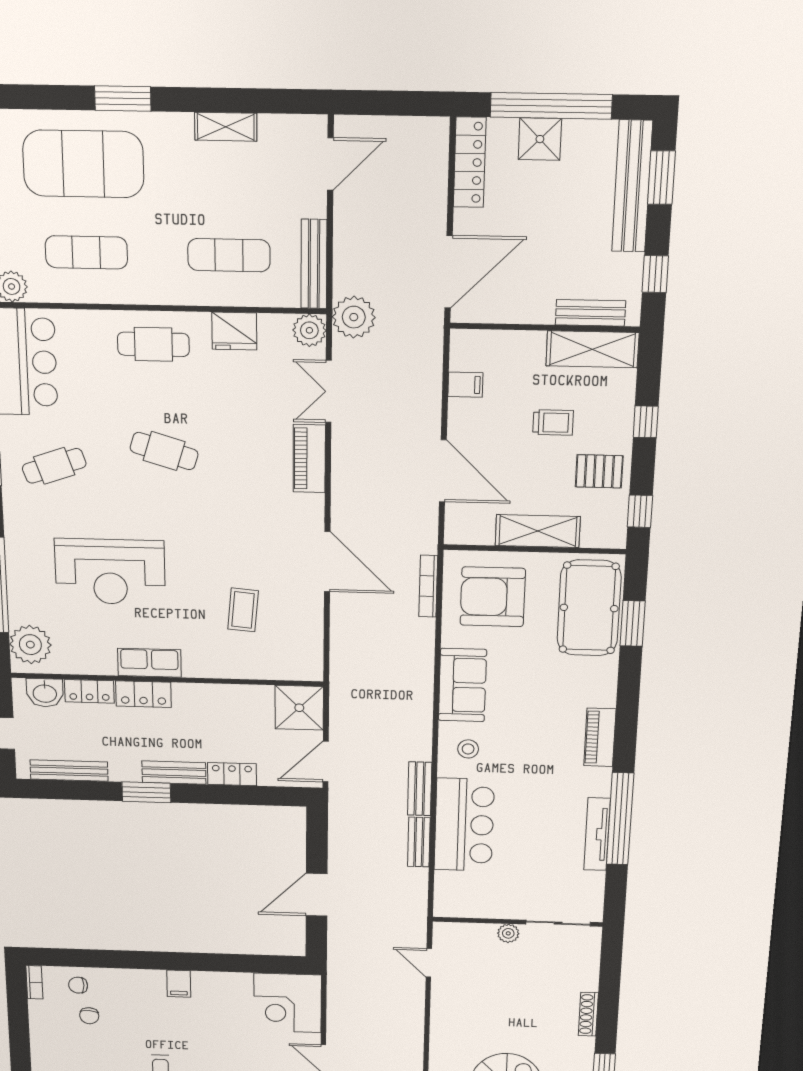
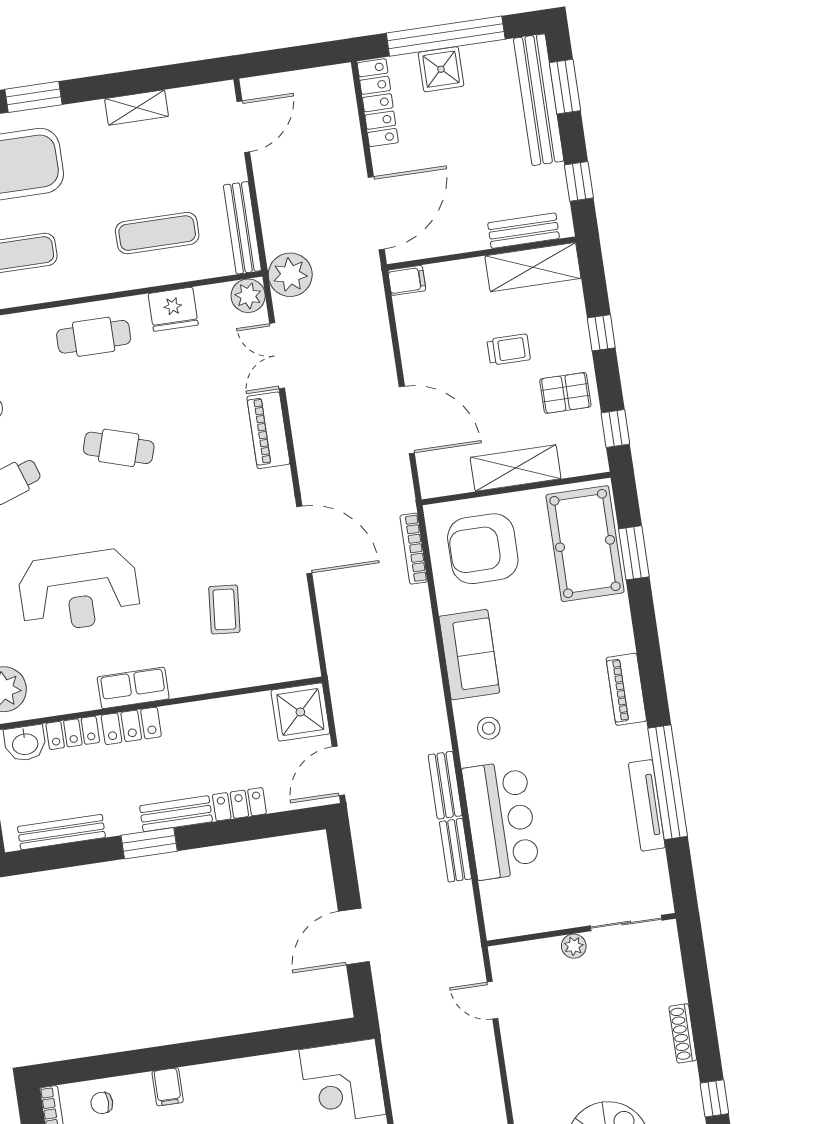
filing cabinet: (465, 385) -> (407, 280), moved
filing cabinet: (179, 984) -> (168, 1087), moved

